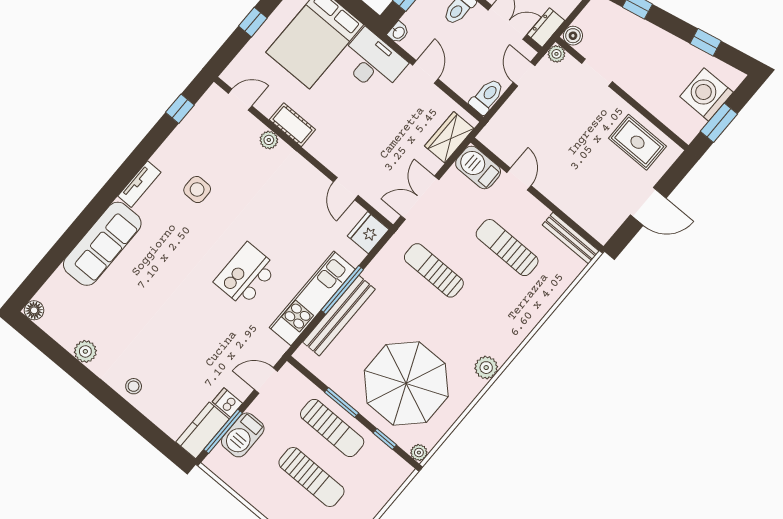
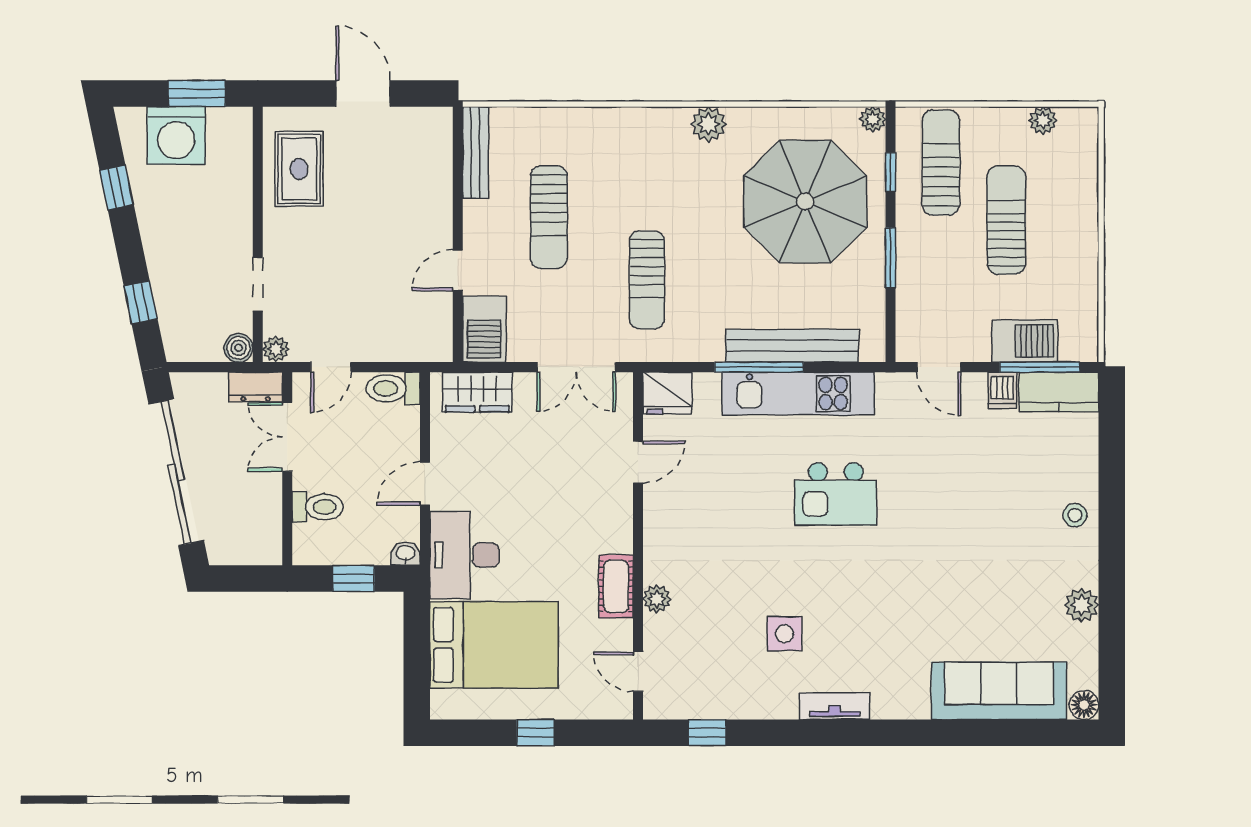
sofa: (102, 244) -> (999, 691), moved
sun lounger: (332, 428) -> (941, 163), moved

